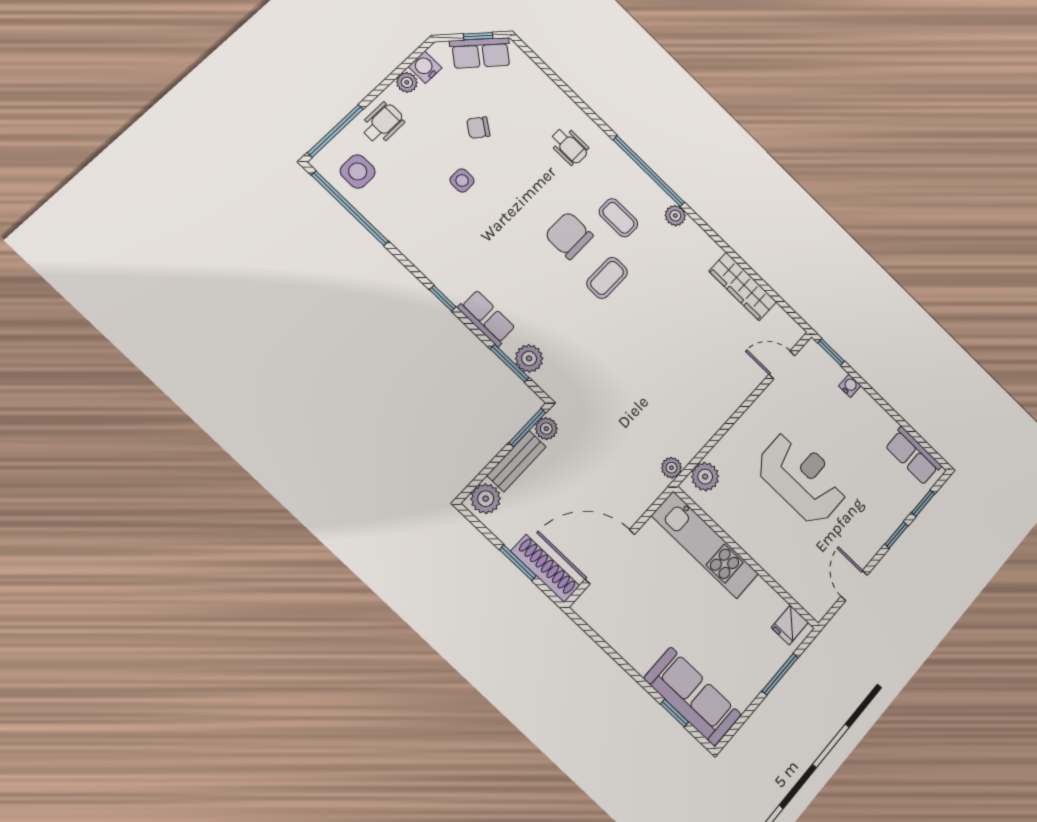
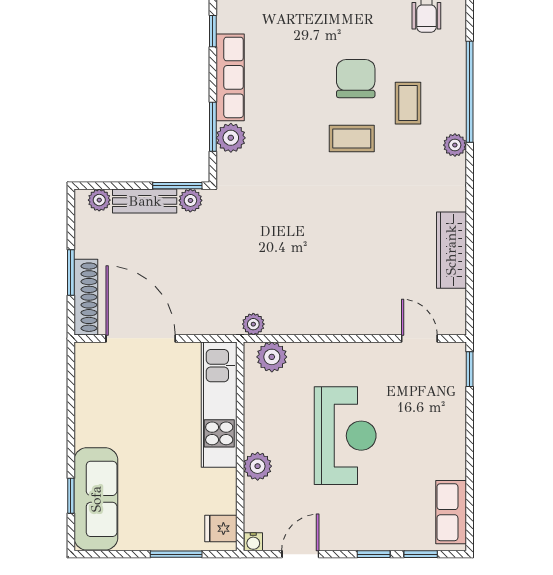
row of seats: (487, 318) -> (230, 77), width x1.48
water cooler: (850, 386) -> (253, 542), moved, turned 90
plant: (486, 499) -> (99, 200), width x0.73, depth x0.73
plant: (770, 558) -> (258, 466), added

